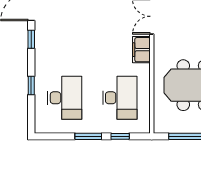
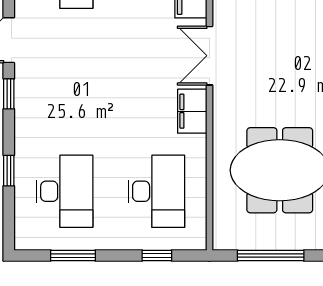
window: (88, 136) -> (73, 256), moved

